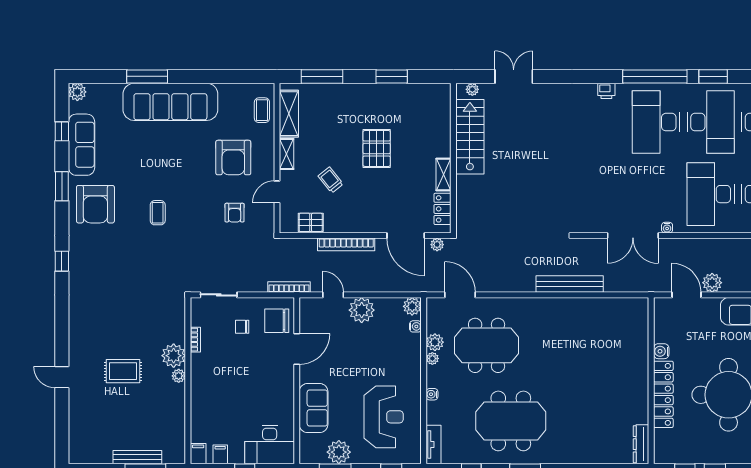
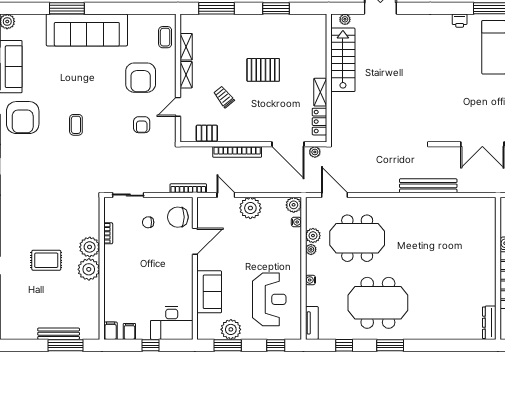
shelving: (289, 114) -> (186, 47), width x0.67, depth x0.75
pallet: (377, 148) -> (263, 70), turned 90
plant: (179, 376) -> (89, 269), width x1.87, depth x1.87

